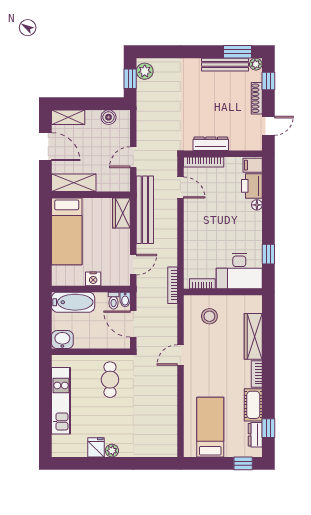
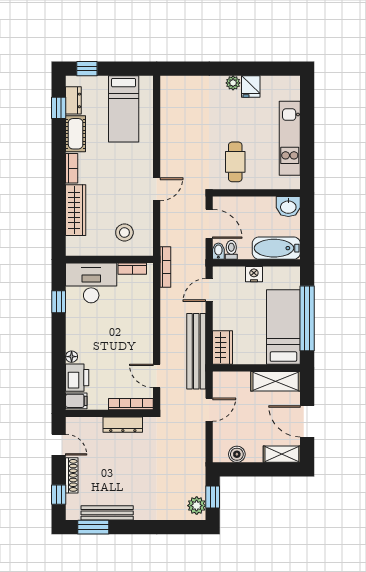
plant: (256, 64) -> (73, 513), removed
door: (268, 126) -> (59, 445), swing flipped
window: (45, 239) -> (307, 318), added

